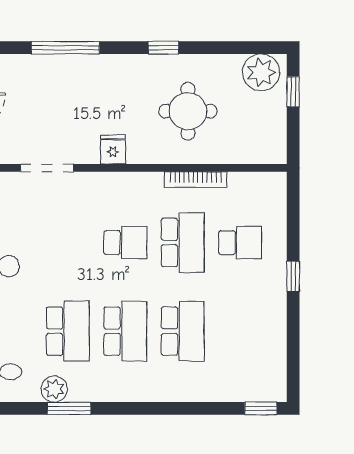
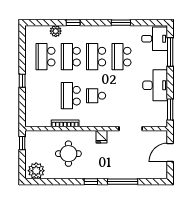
window: (163, 48) -> (91, 182), moved
window: (293, 92) -> (22, 143), moved
school desk: (240, 243) -> (45, 57), moved, width x1.85
plant: (54, 389) -> (56, 31), moved
window: (261, 408) -> (73, 23), moved

